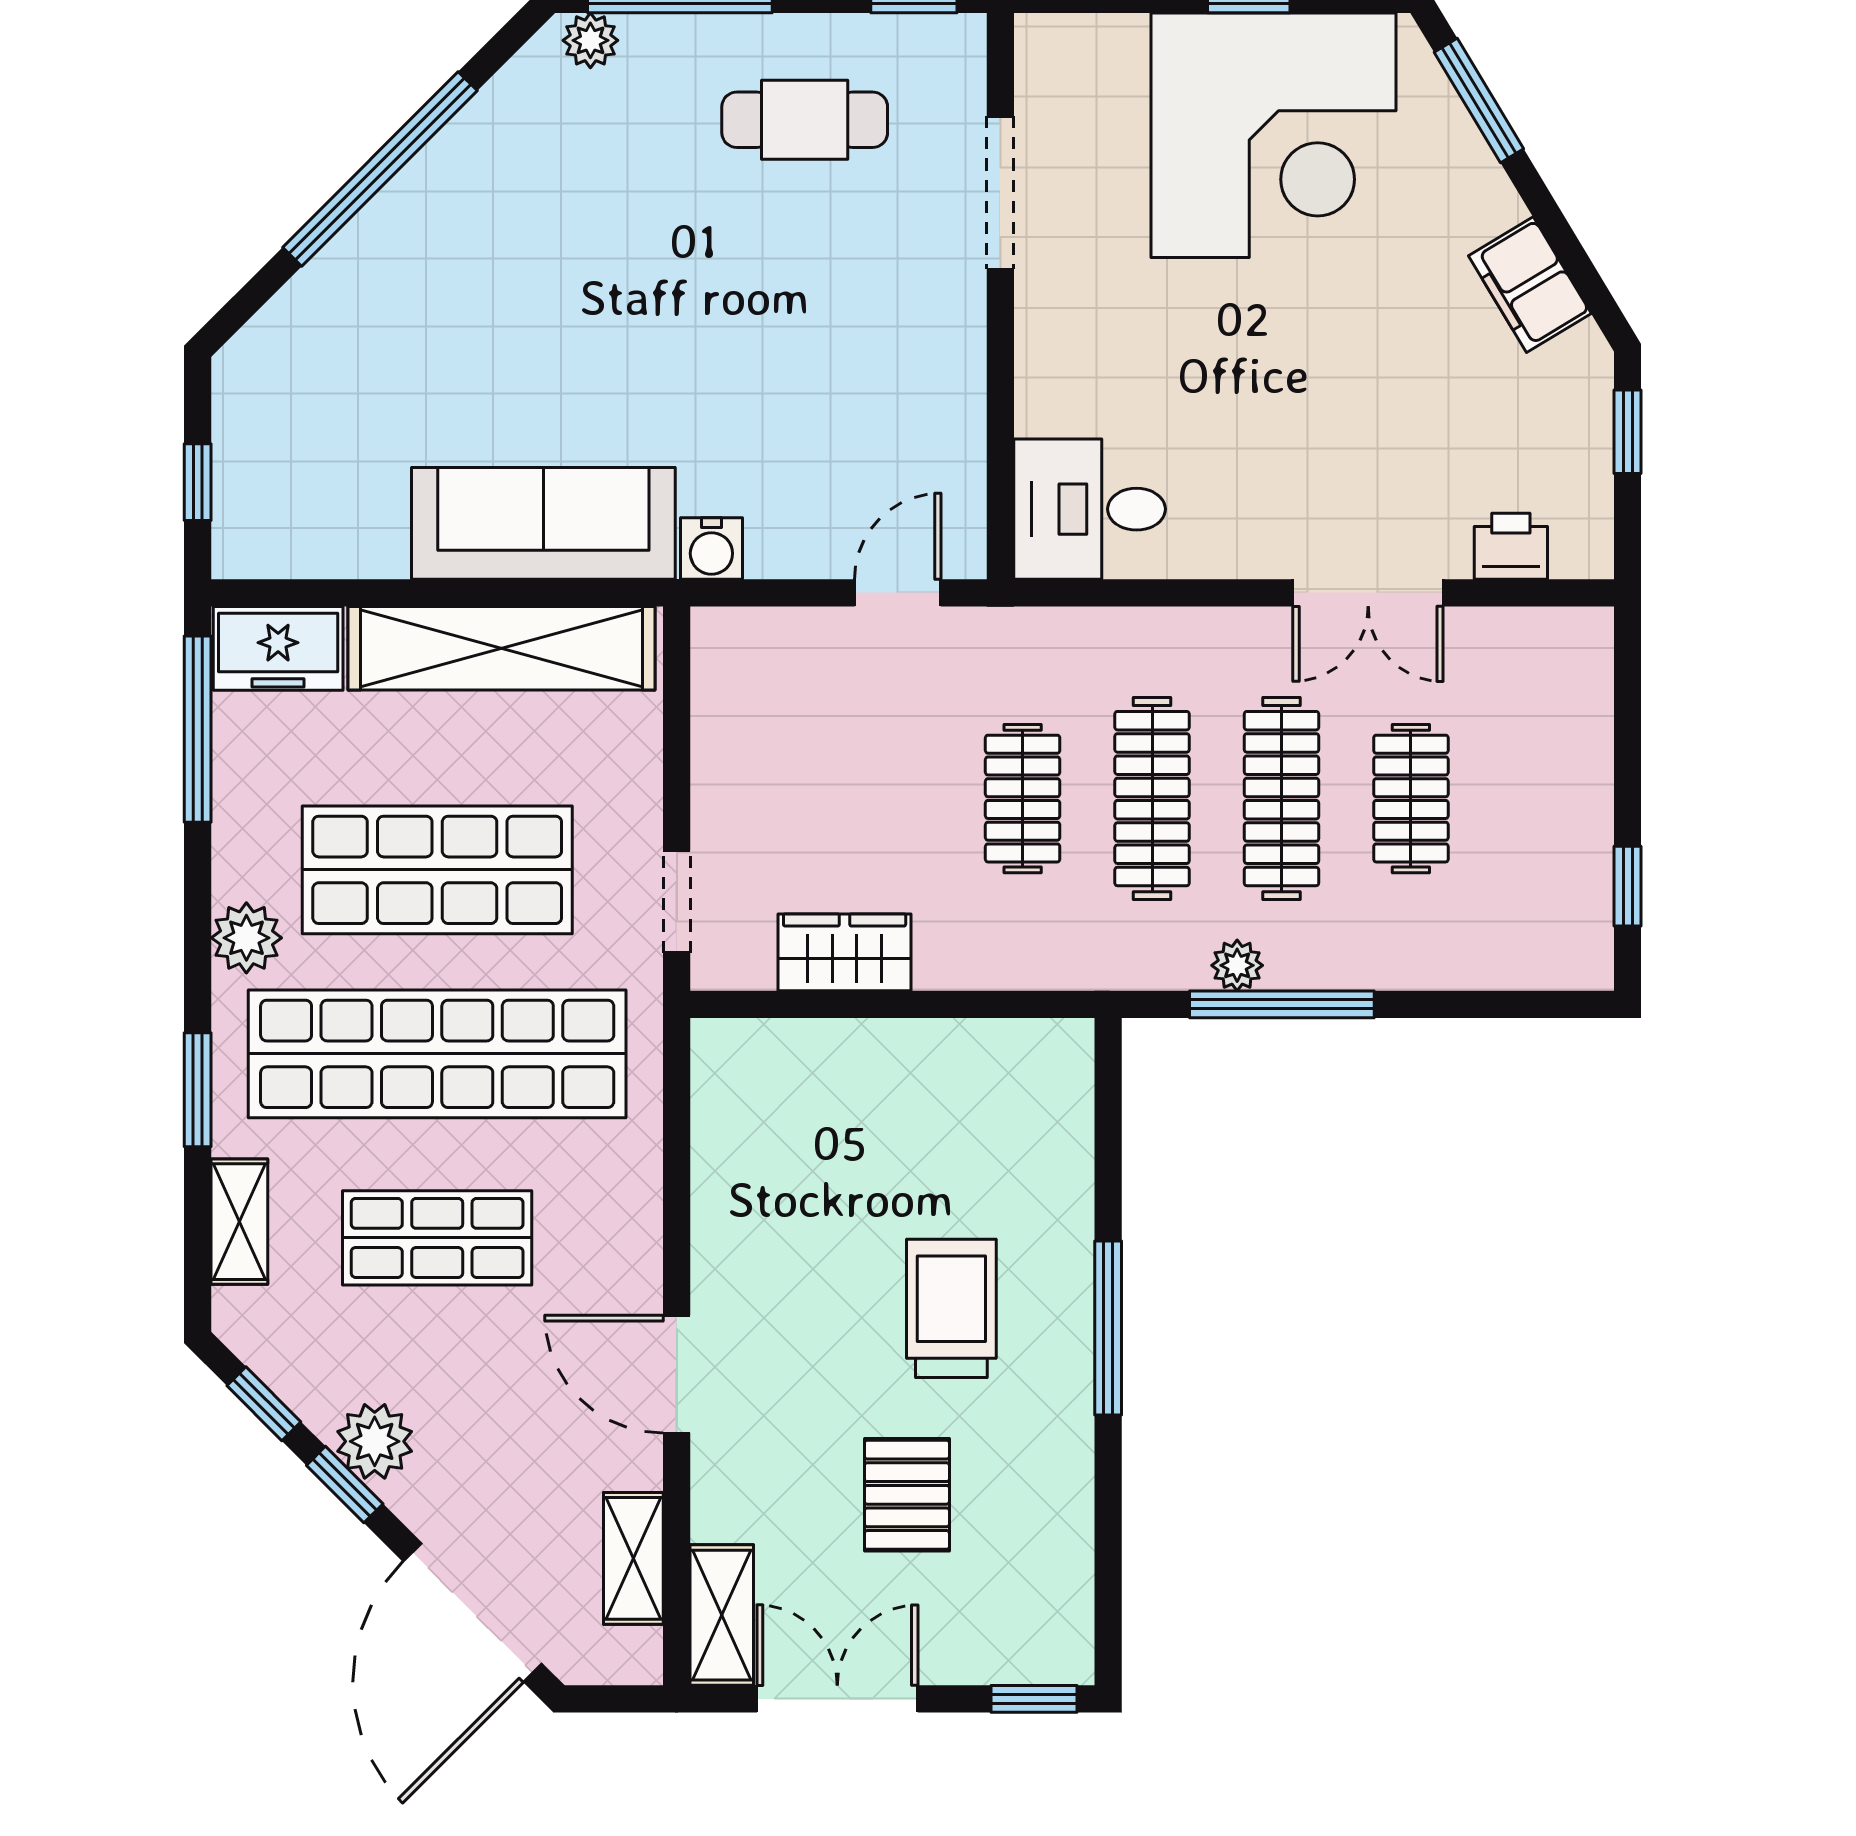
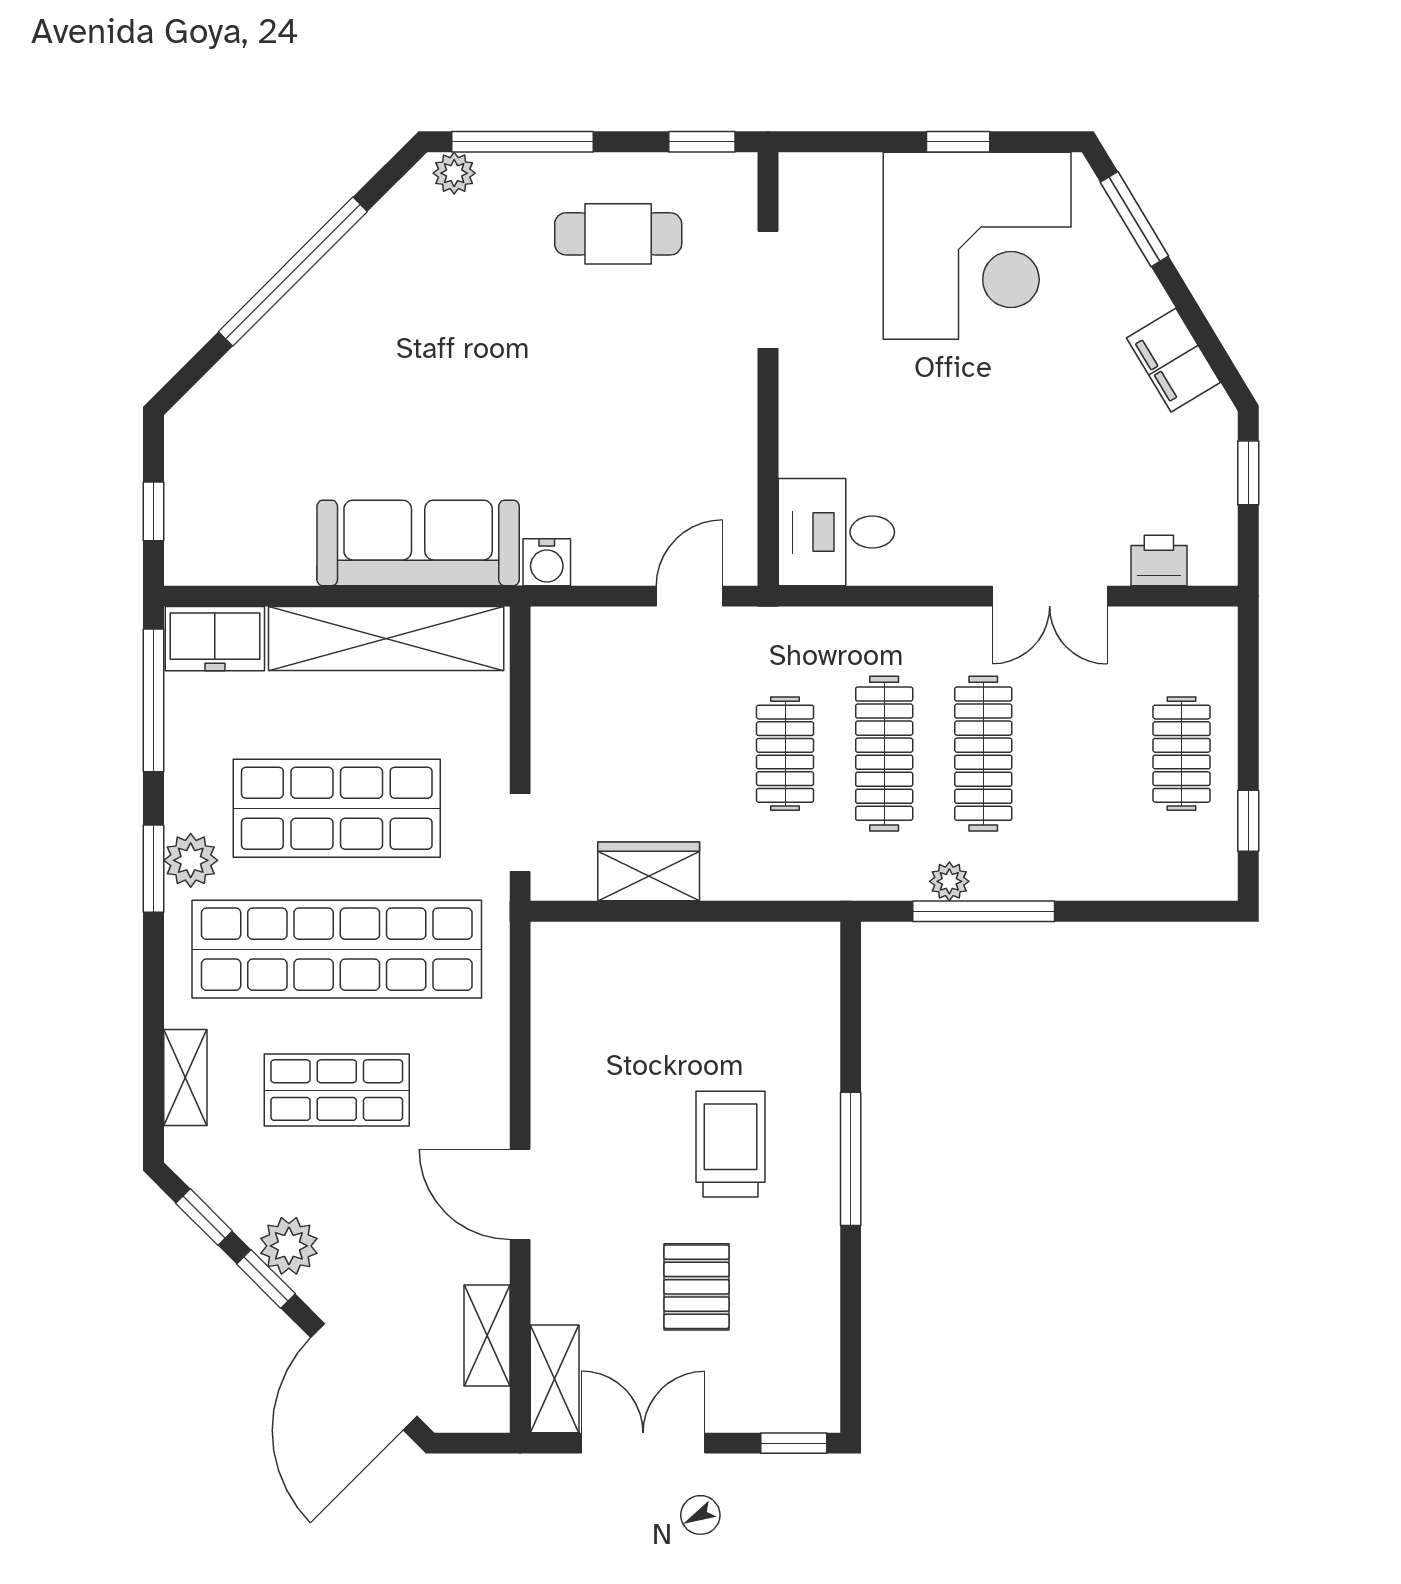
clothes rail: (1411, 799) -> (1182, 754), moved
window: (198, 1090) -> (153, 869), moved

